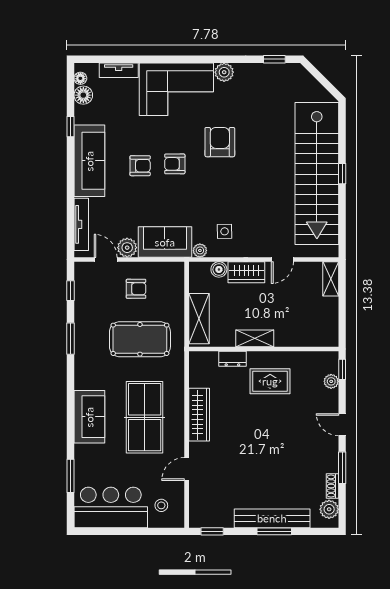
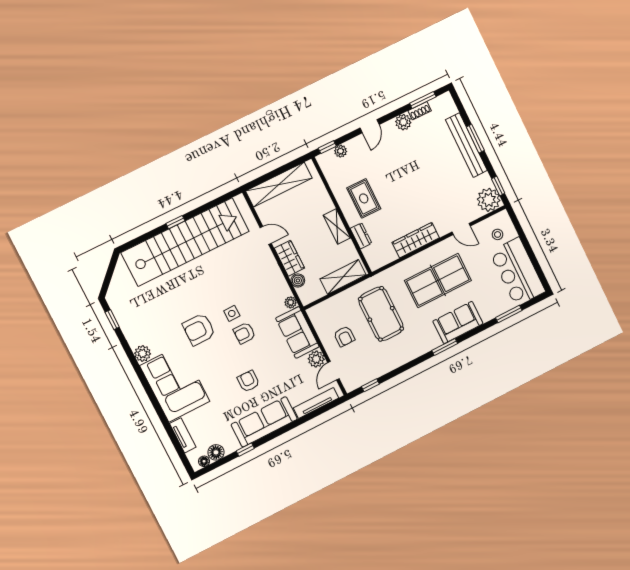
armchair: (175, 164) -> (244, 333), moved, turned 90
side table: (225, 231) -> (232, 313), moved
shelving: (331, 279) -> (279, 185), width x2.20, depth x1.33
armchair: (136, 289) -> (344, 336), turned 180
window: (71, 339) -> (445, 347), moved
window: (342, 468) -> (423, 100), moved
plant: (329, 509) -> (403, 122), moved
plant: (203, 514) -> (489, 200), added

